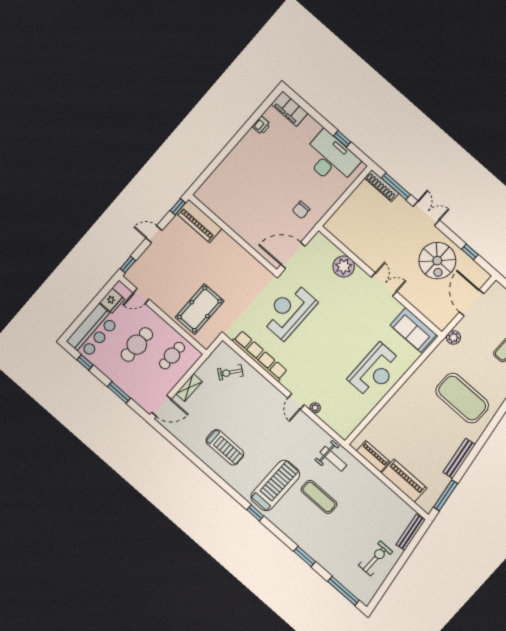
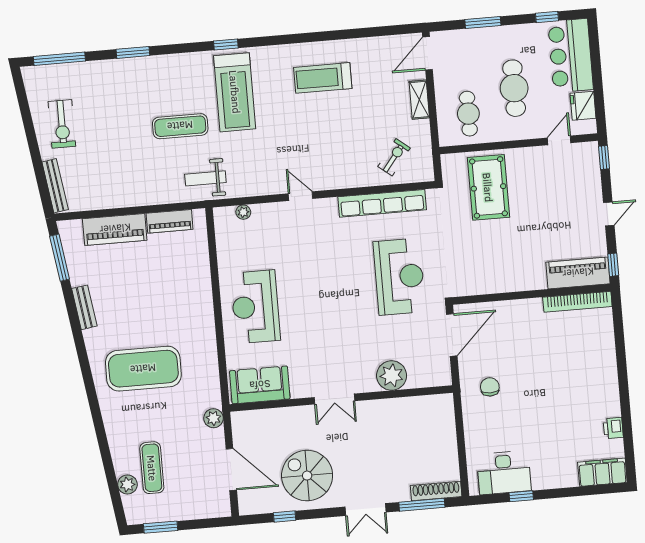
desk: (331, 159) -> (504, 473), width x0.73, depth x0.77
bookcase: (214, 207) -> (577, 302), added
plant: (315, 408) -> (243, 212), moved
bench: (459, 458) -> (84, 307), width x0.73

